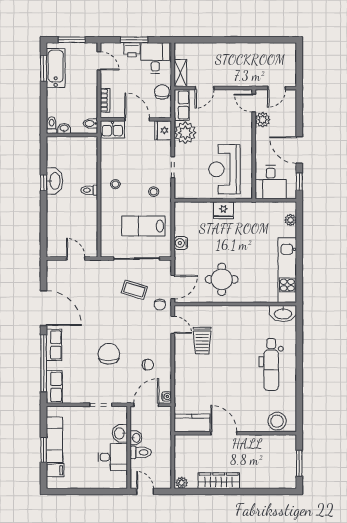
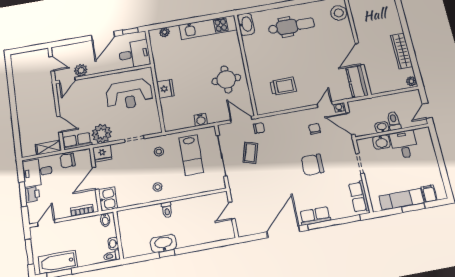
door: (173, 325) -> (325, 105), moved
row of seats: (54, 387) -> (359, 197), moved, turned -90

